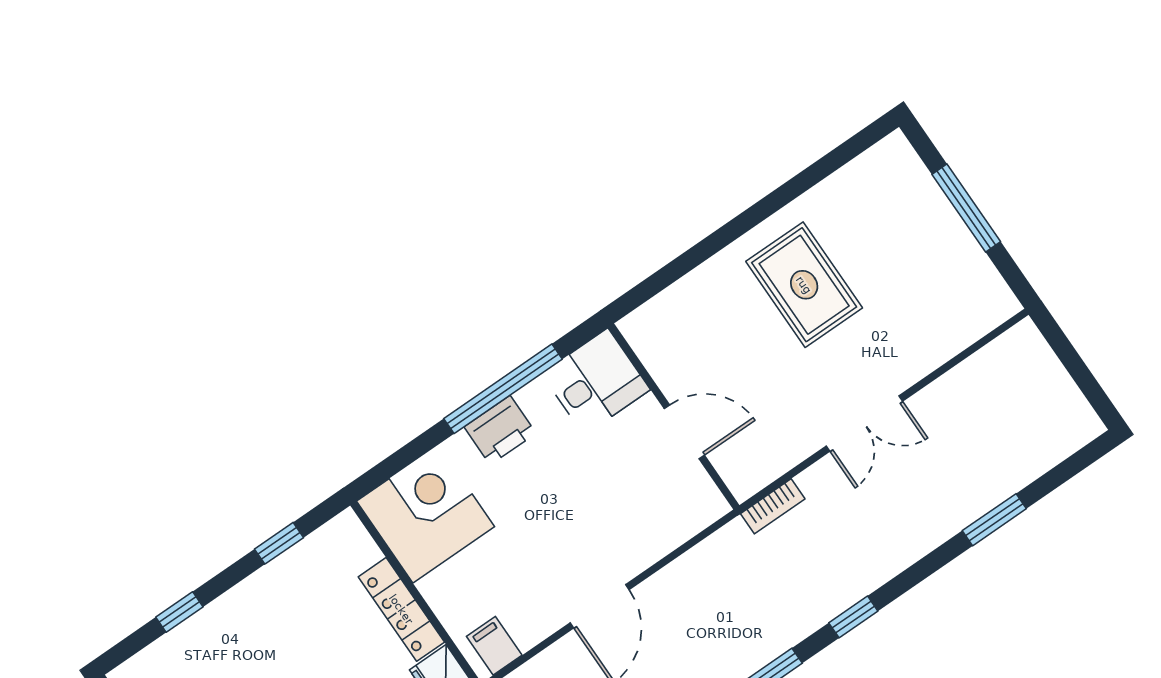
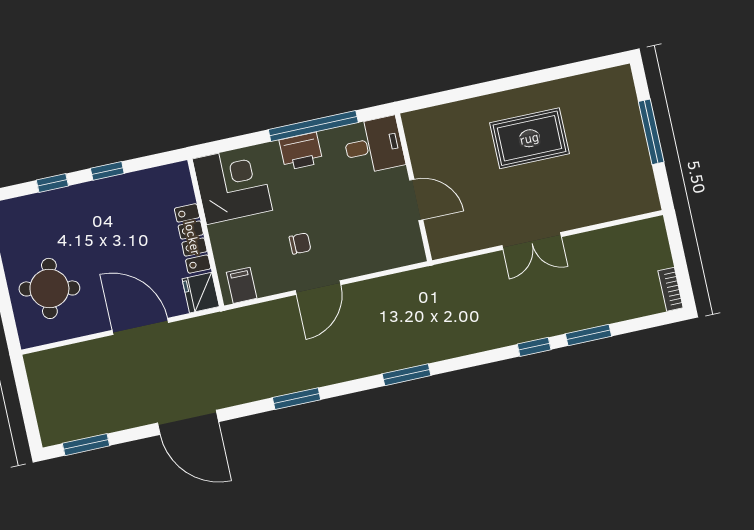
rug: (804, 285) -> (529, 138), turned 90
bookcase: (773, 506) -> (671, 289), moved, turned 90
window: (279, 543) -> (107, 171), moved
chair: (550, 556) -> (300, 243), added
window: (853, 617) -> (534, 347), moved

